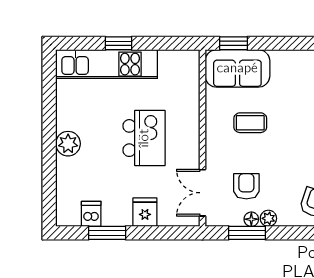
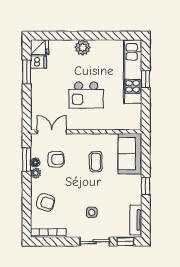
window: (234, 43) -> (146, 186), moved
fridge: (145, 212) -> (40, 47), moved

